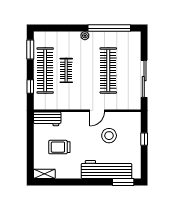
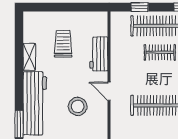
workbench: (47, 119) -> (99, 54), moved
shelving: (44, 174) -> (29, 57), moved

